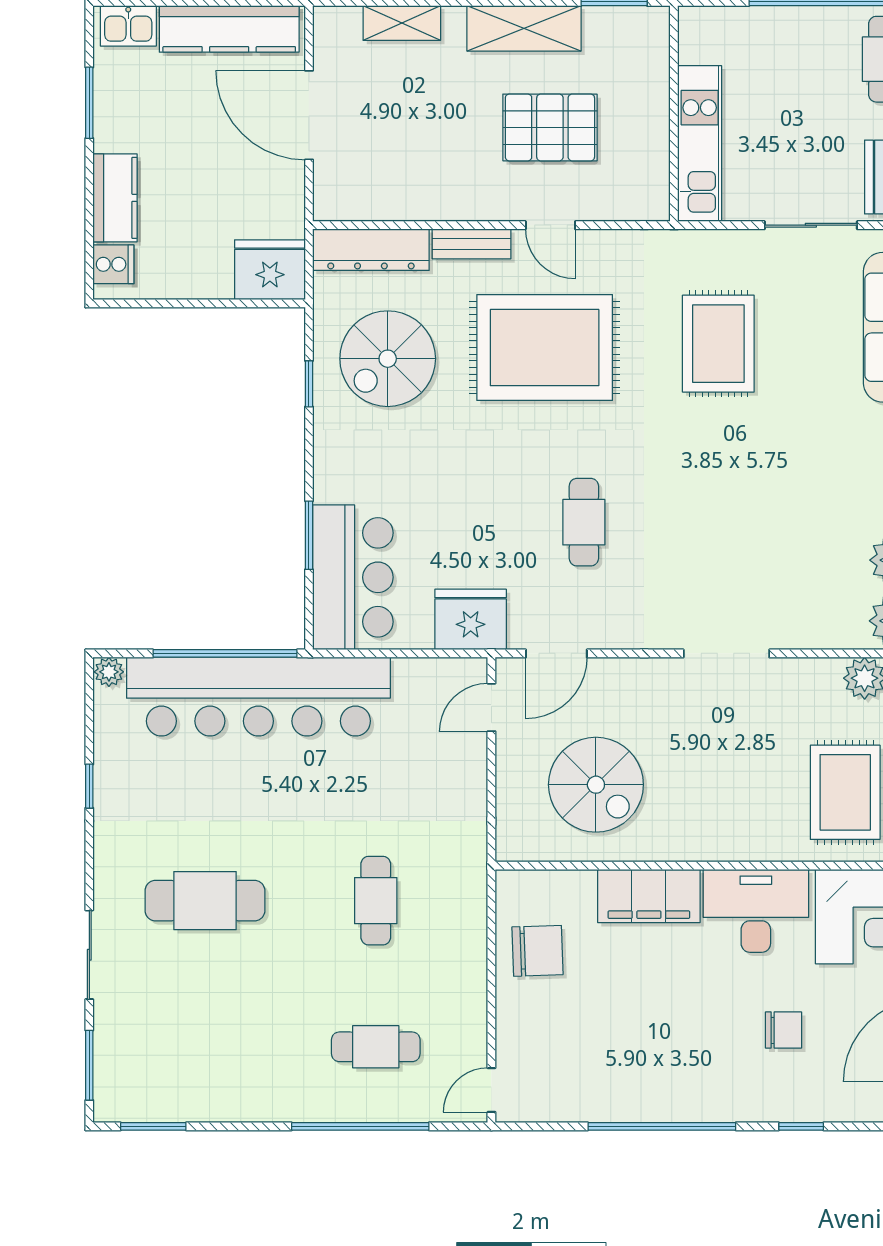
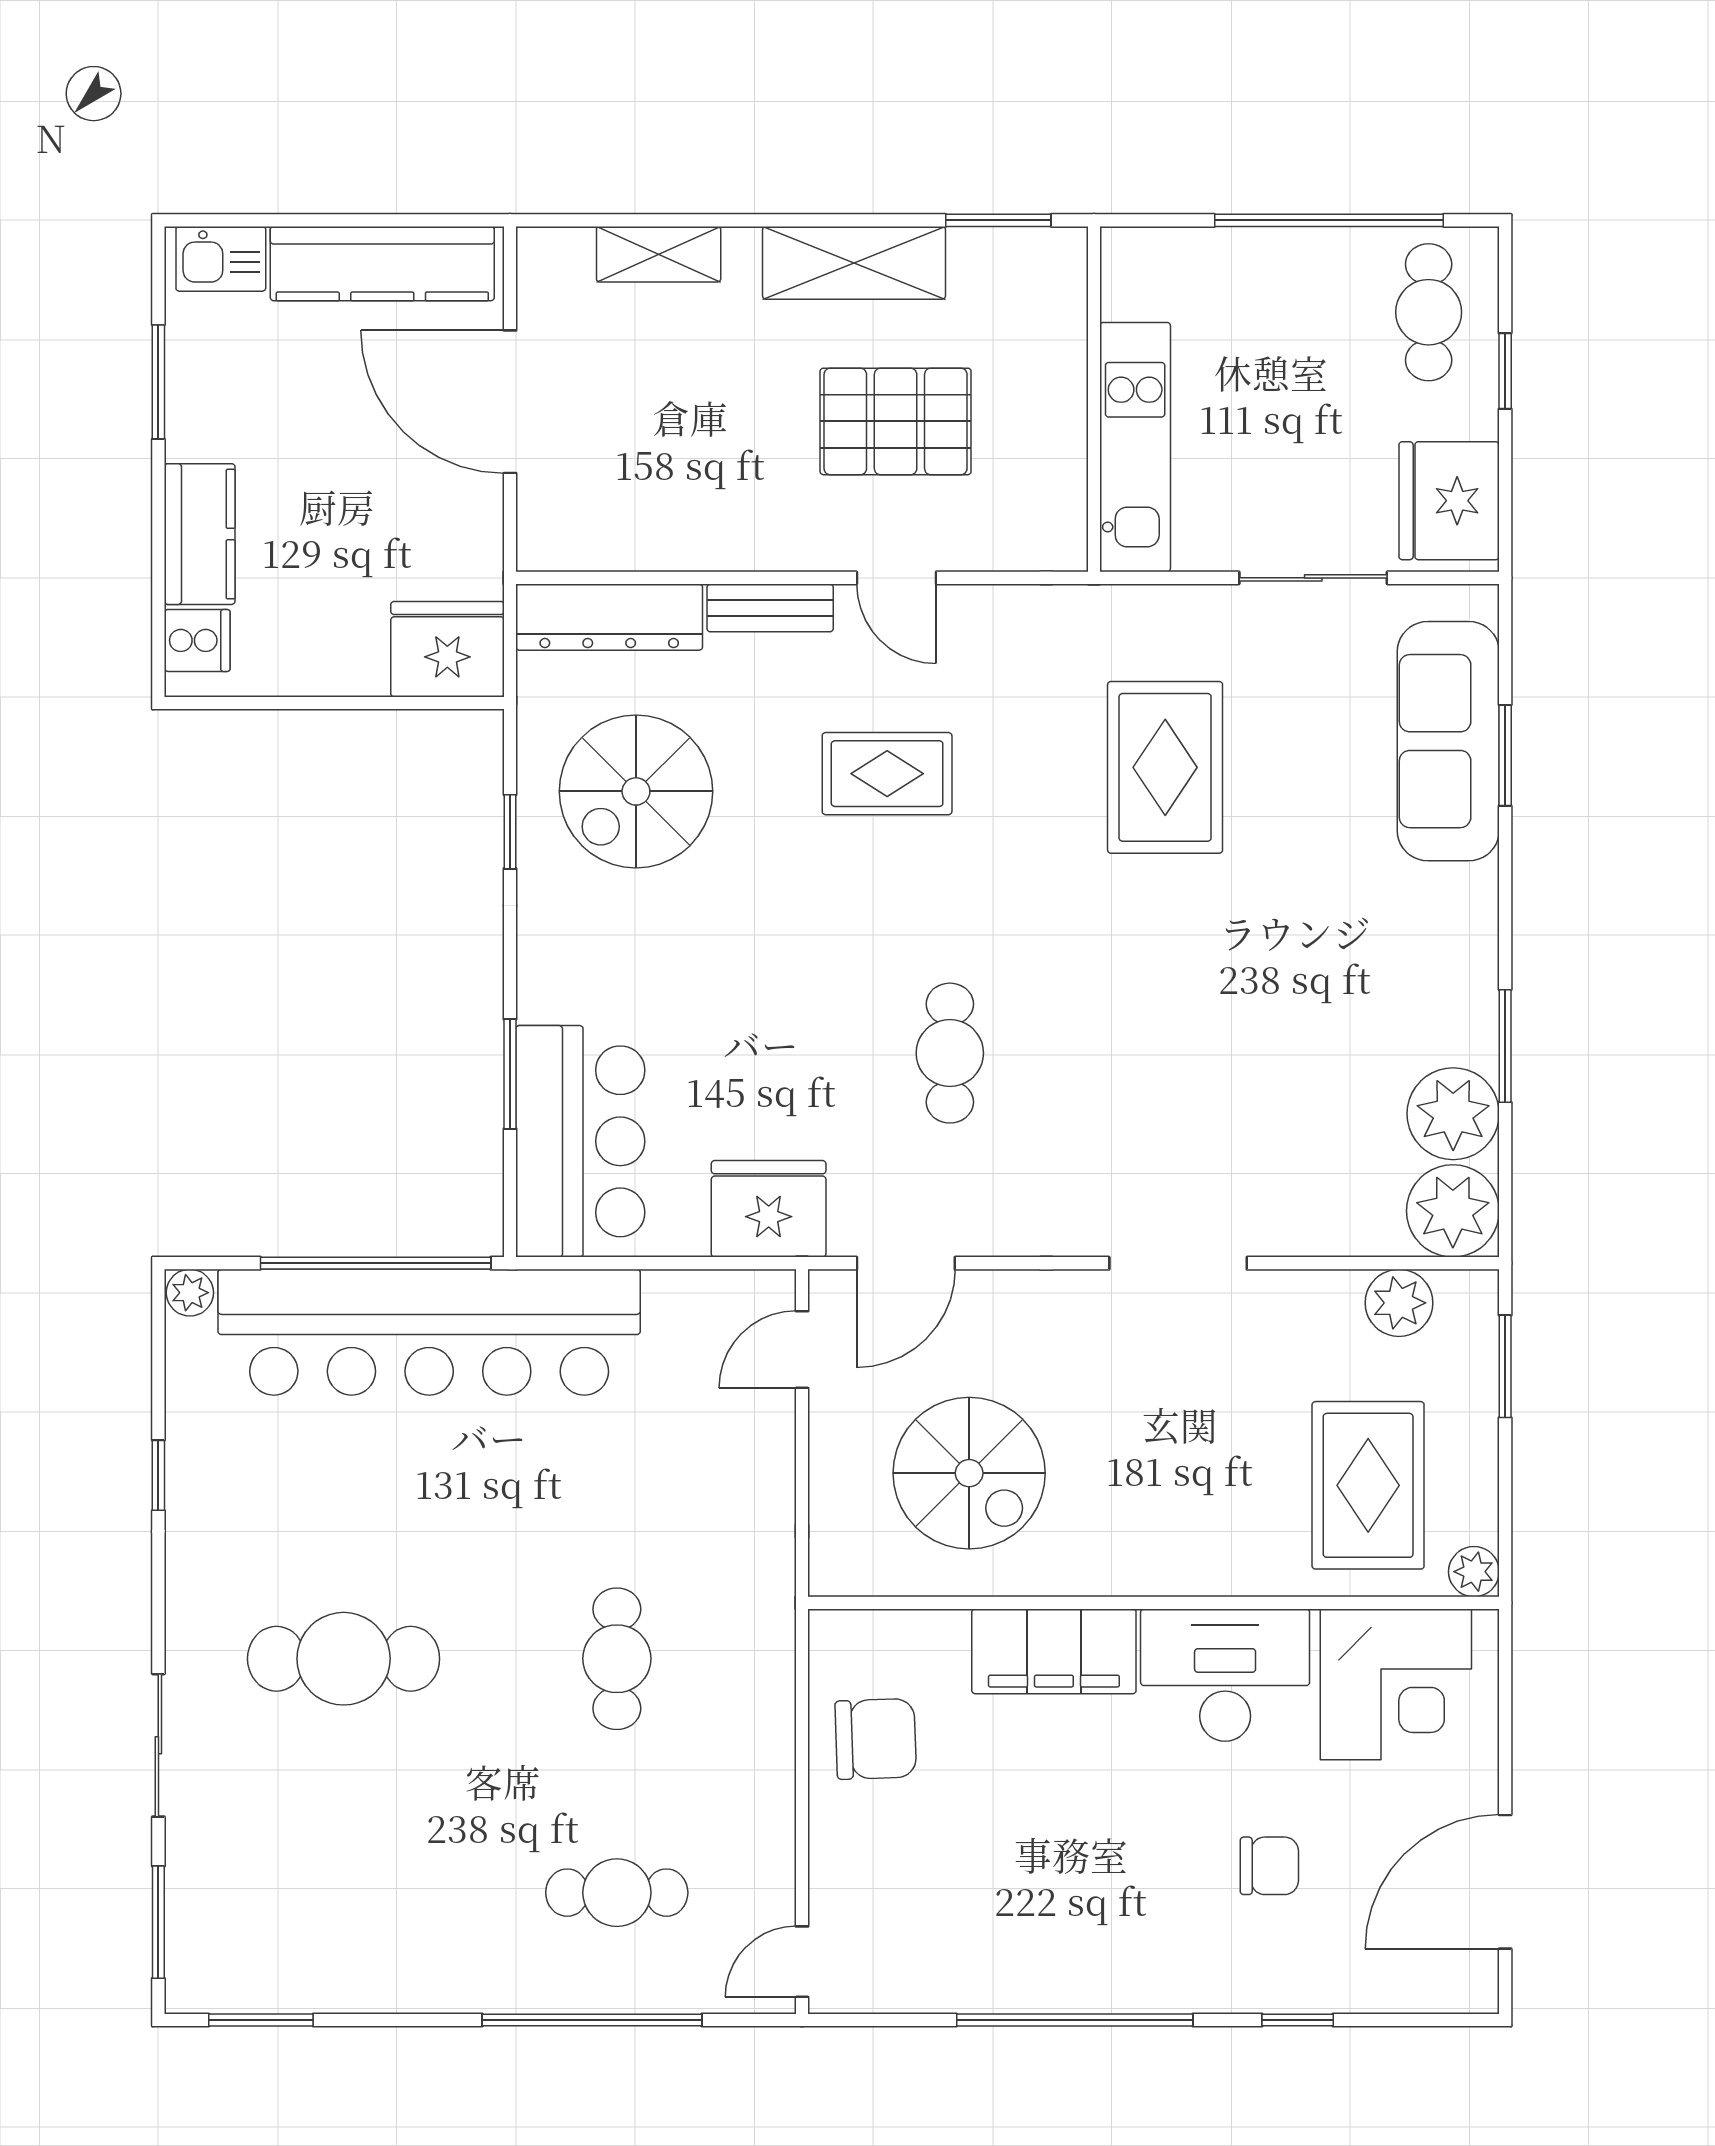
rug: (545, 348) -> (887, 774), width x0.54, depth x0.49

